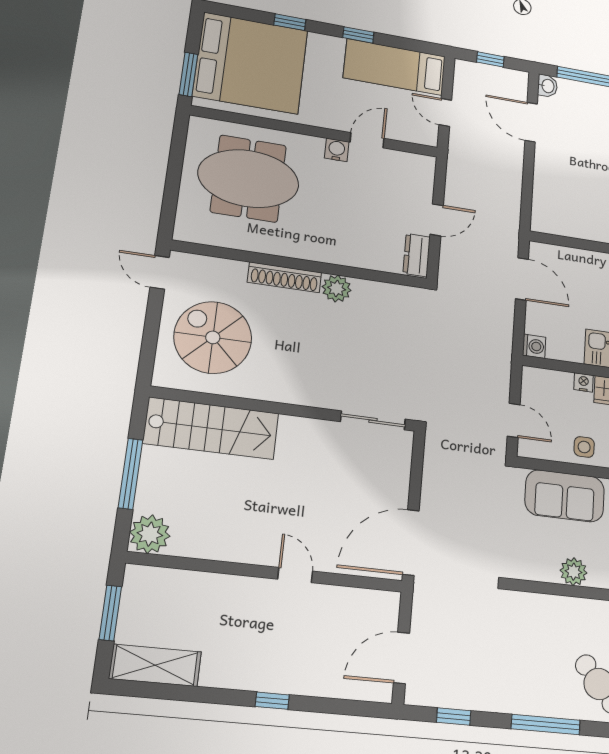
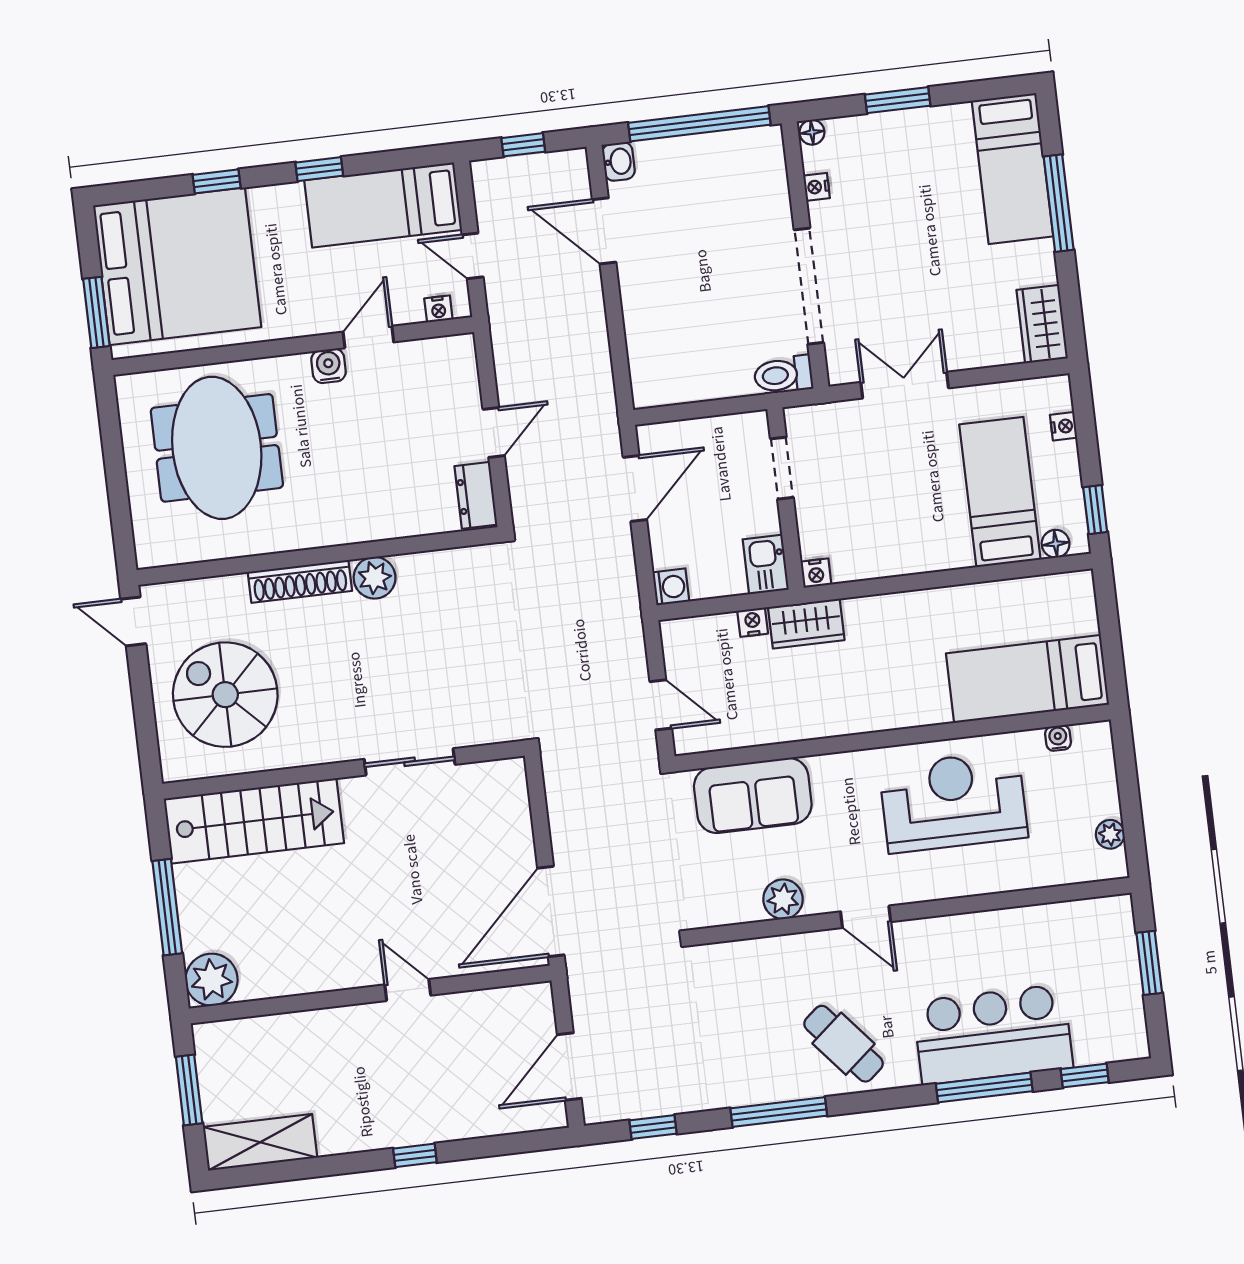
nightstand: (417, 137) -> (438, 309), added
meeting table: (248, 179) -> (217, 448), turned 90
door: (522, 279) -> (635, 489), hinge flipped
sliding door: (373, 420) -> (410, 762), moved
side table: (584, 447) -> (769, 718), removed

